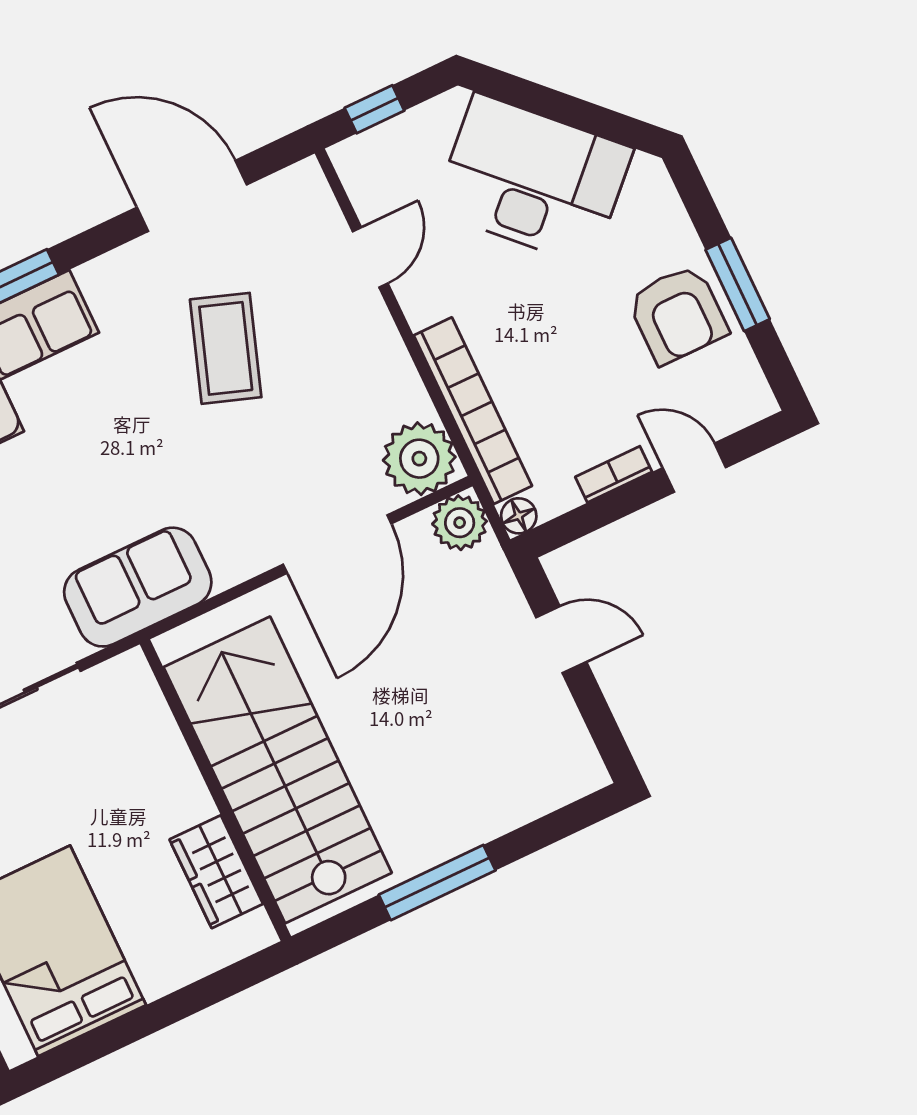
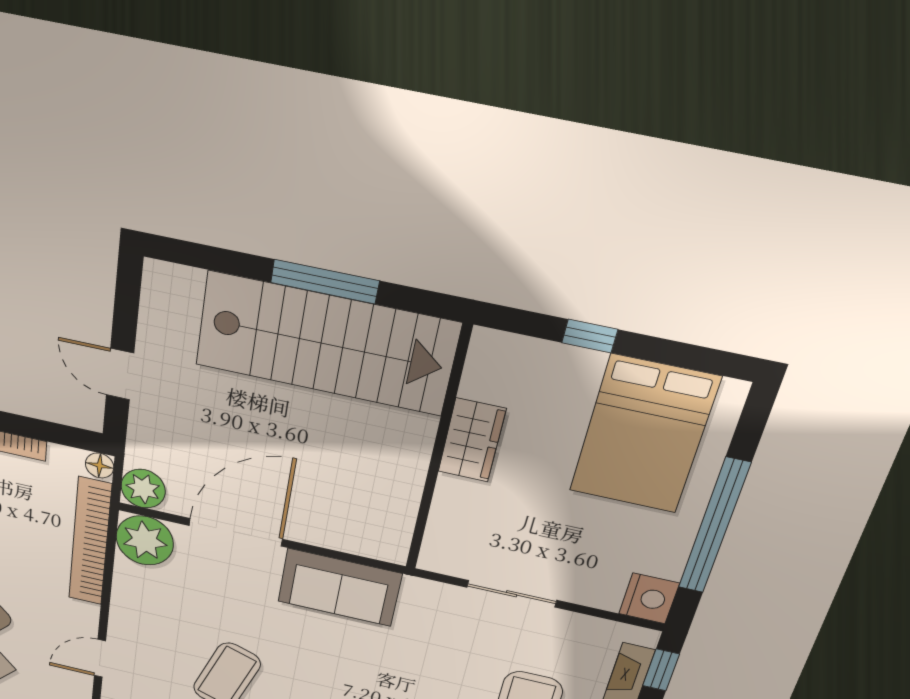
sofa: (138, 587) -> (339, 587), moved
stairs: (278, 770) -> (326, 344), moved, turned -90
wardrobe: (216, 872) -> (472, 440), moved
window: (176, 1007) -> (590, 336), added

